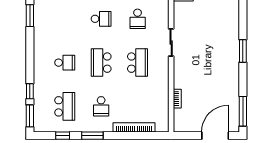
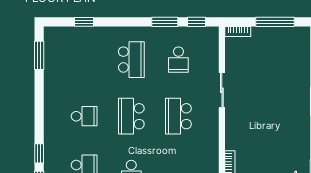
school desk: (101, 19) -> (131, 60), width x1.85
school desk: (138, 63) -> (178, 116), turned 180

